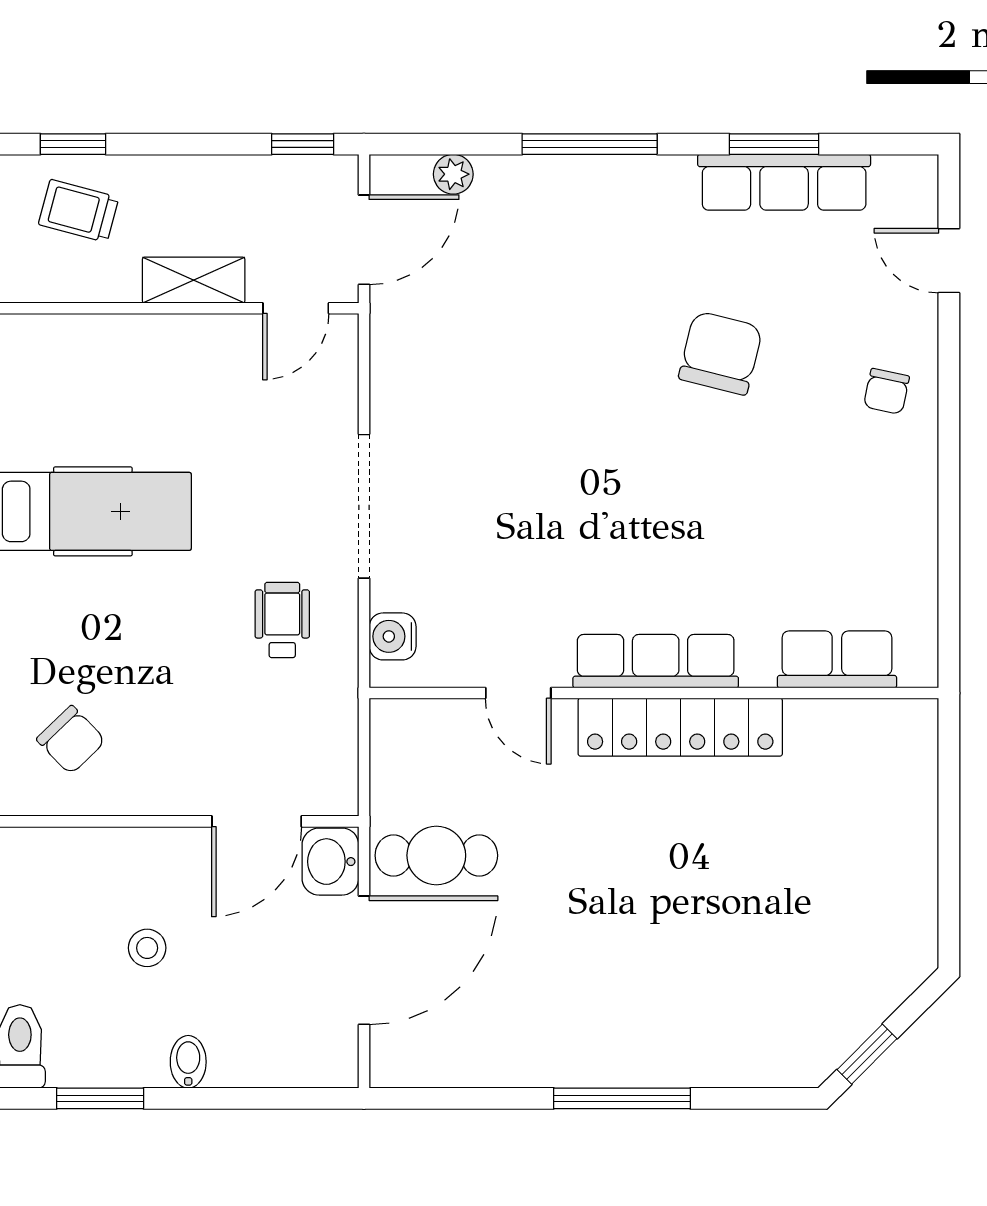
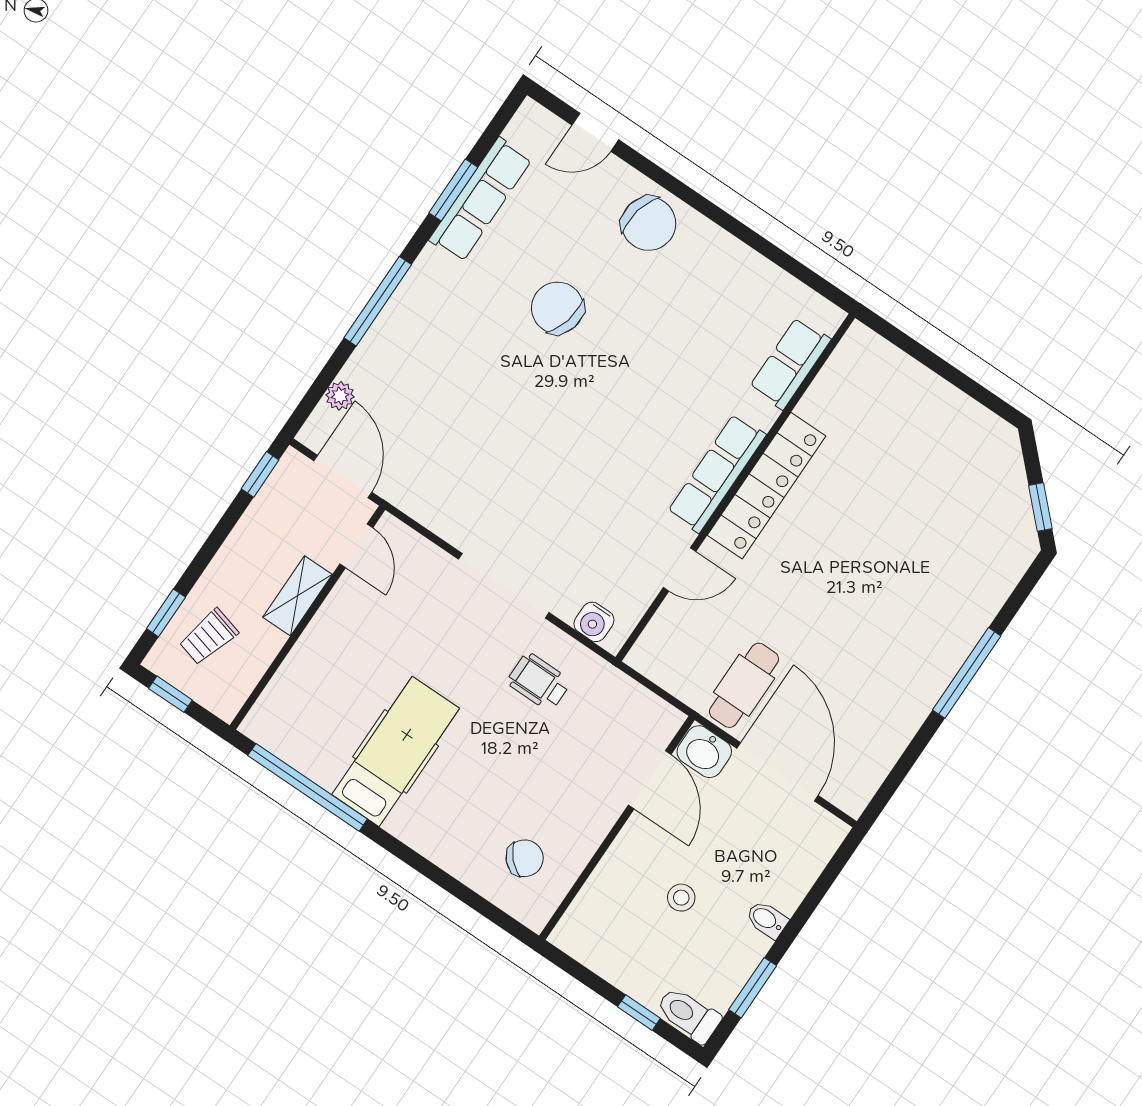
chair: (886, 391) -> (649, 224), width x1.87, depth x1.87

